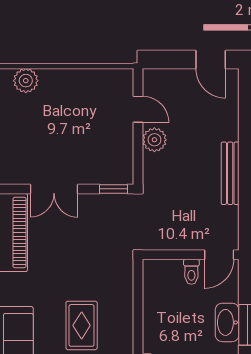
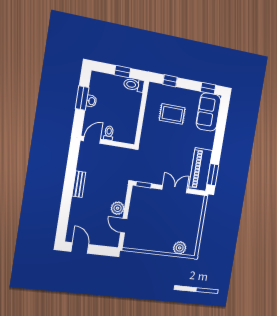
bench: (230, 173) -> (79, 184), width x0.73
washbasin: (227, 322) -> (91, 101), width x0.52, depth x0.69
rug: (82, 325) -> (172, 114), turned 90

